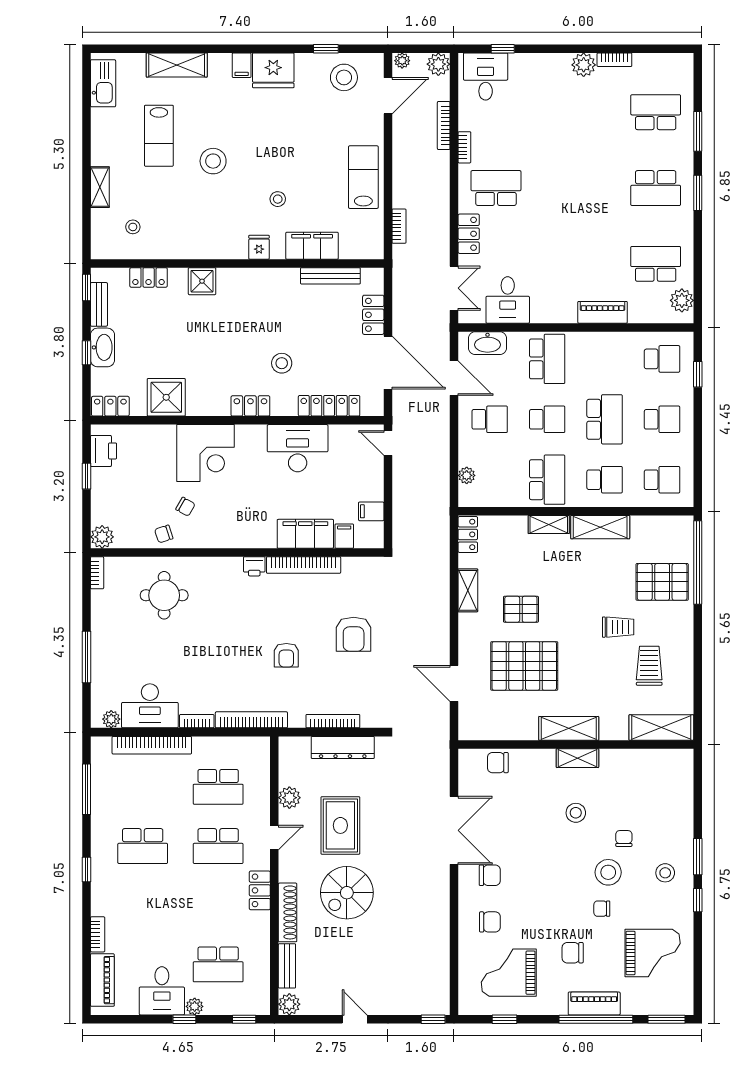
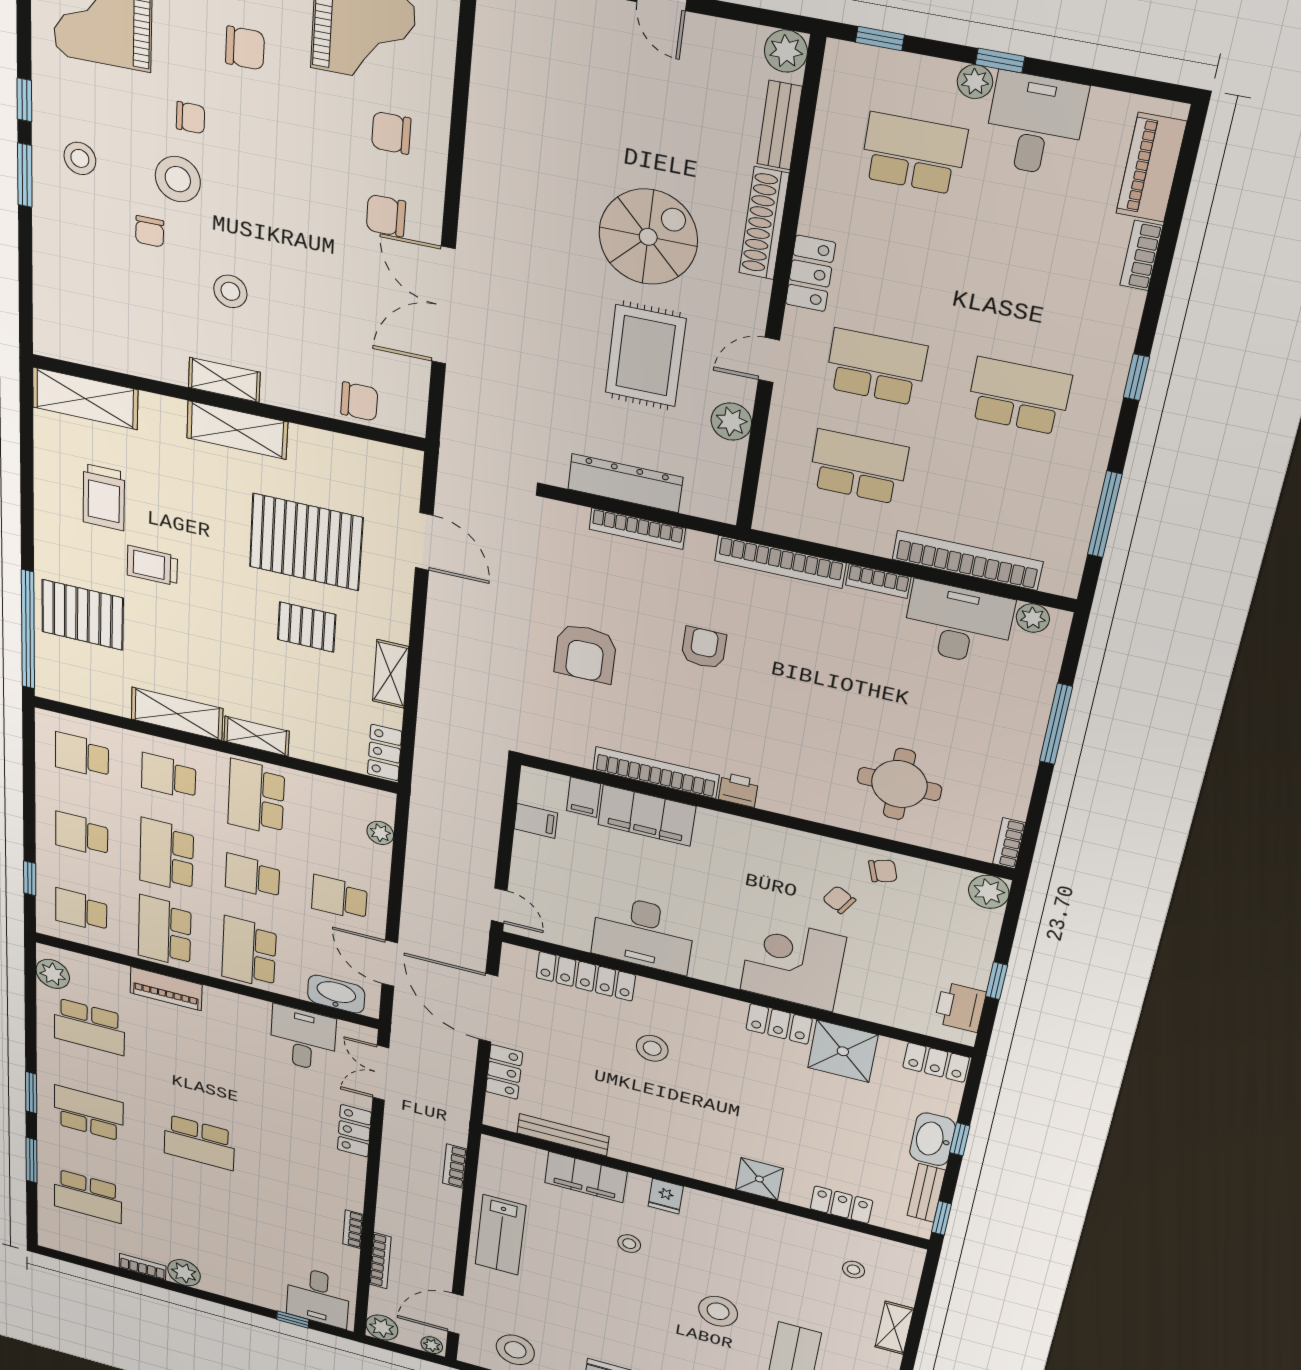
school desk: (496, 188) -> (199, 1143), moved
school desk: (605, 359) -> (165, 931), added
locker: (250, 406) -> (779, 1024), moved
armchair: (354, 634) -> (585, 653), turned 180

